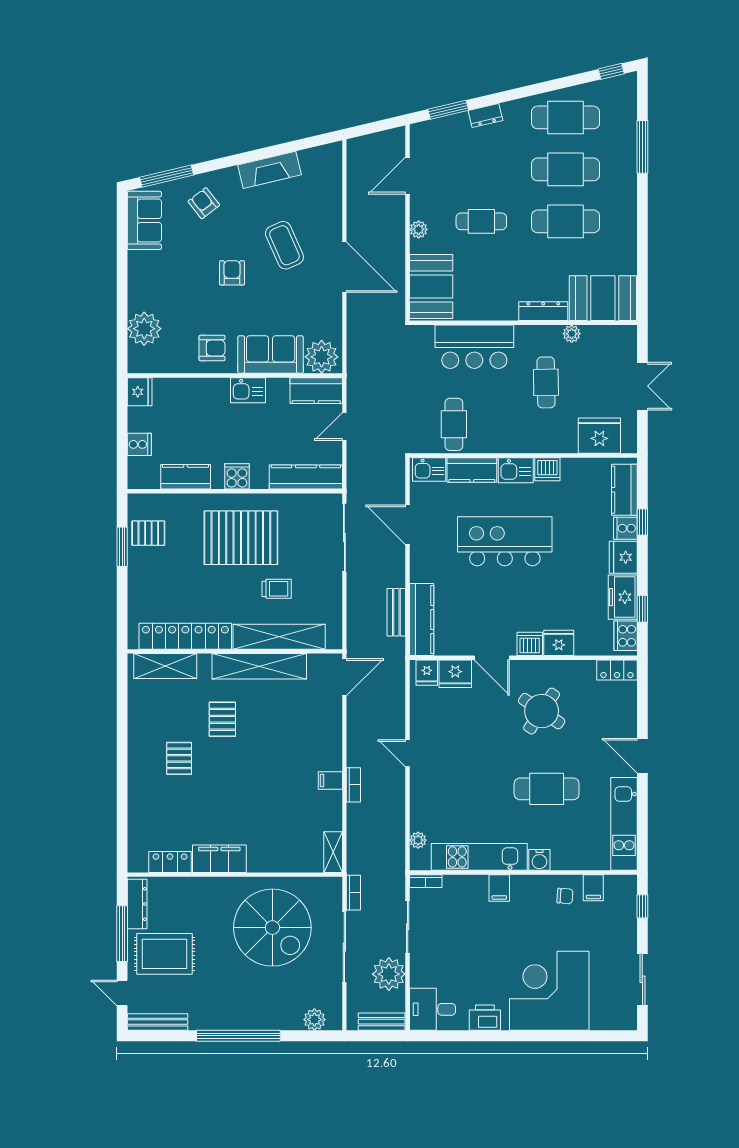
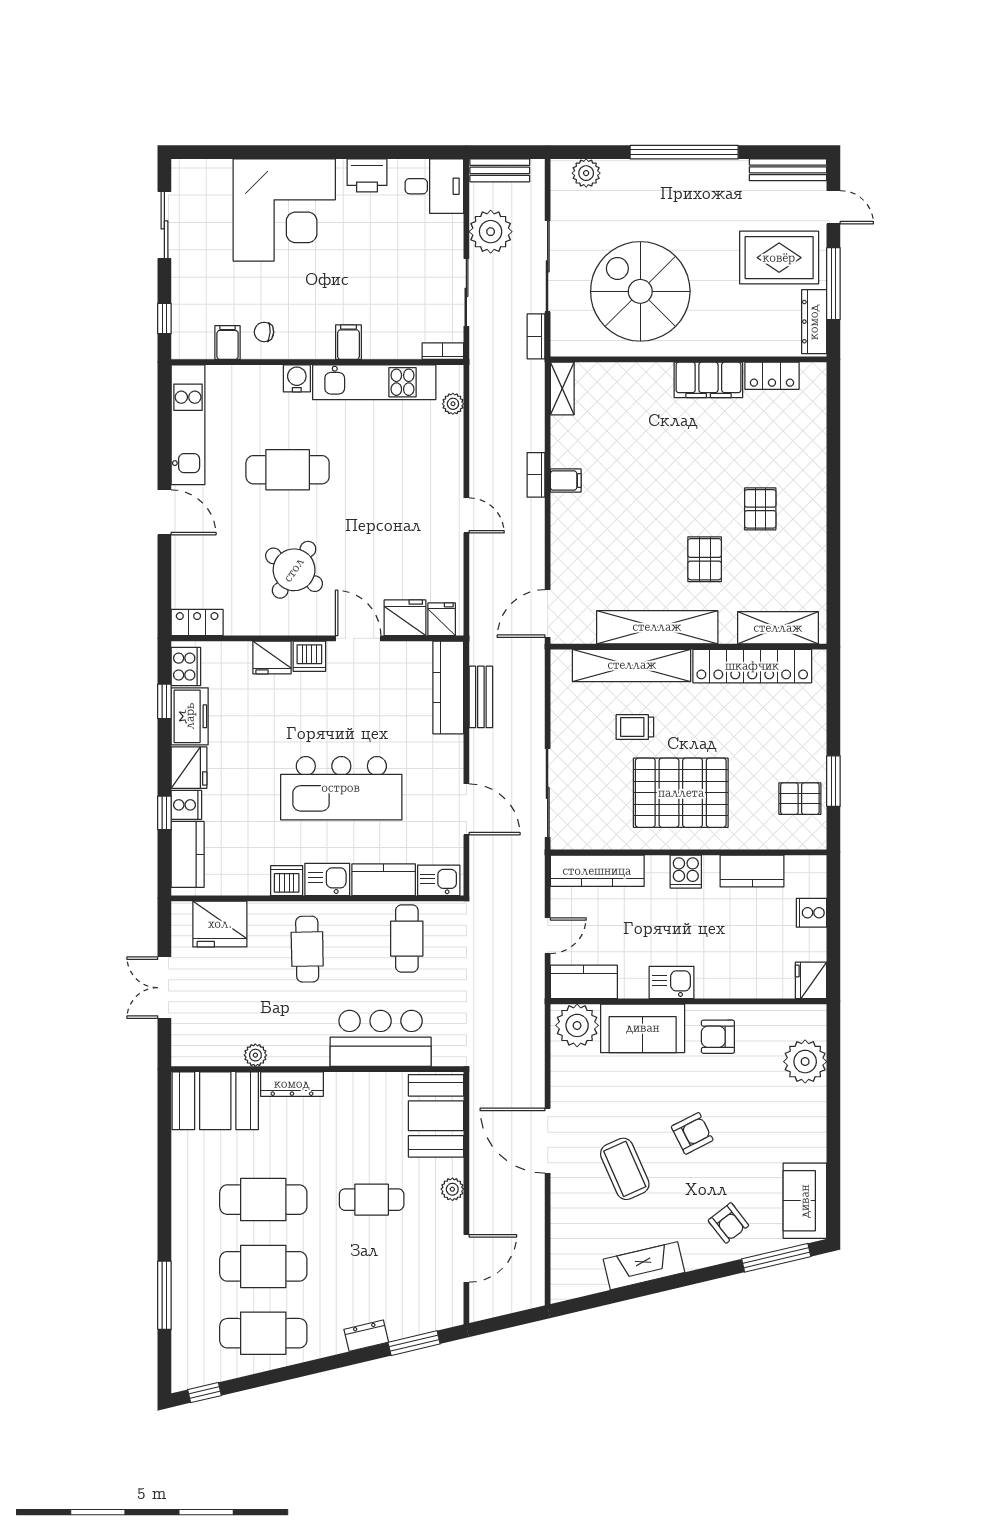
armchair: (232, 273) -> (692, 1133), turned -117
cafe table: (546, 382) -> (307, 949), moved

